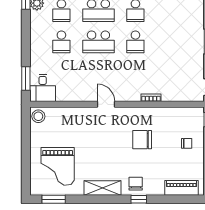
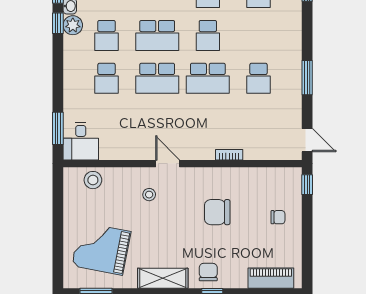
school desk: (135, 42) -> (208, 78), width x1.85
school desk: (172, 42) -> (258, 78), added
stool: (38, 116) -> (93, 180), moved
stool: (93, 127) -> (149, 195), added
grand piano: (58, 166) -> (101, 249), turned 101

